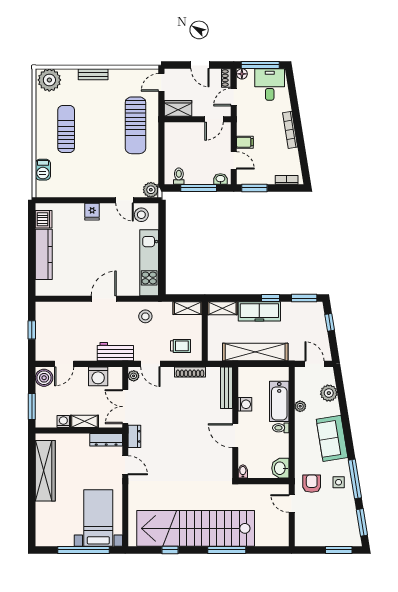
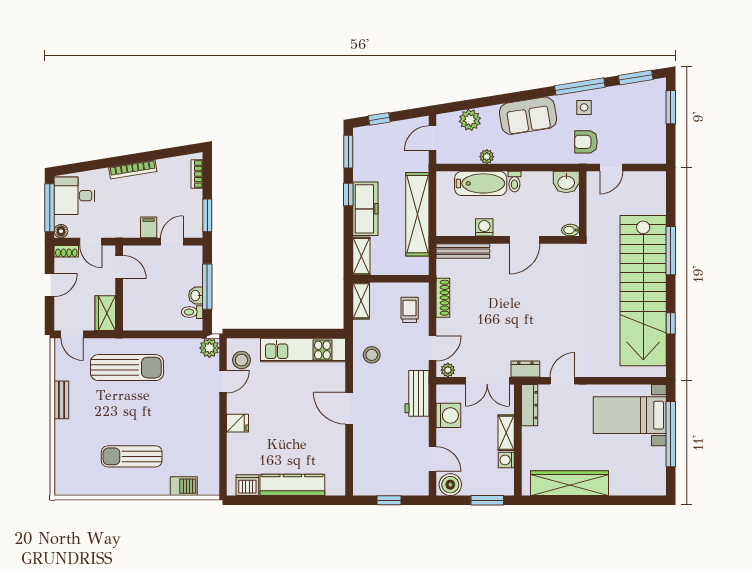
bench: (93, 74) -> (61, 400), moved
plant: (49, 80) -> (69, 478), removed
washbasin: (220, 179) -> (196, 296), moved

